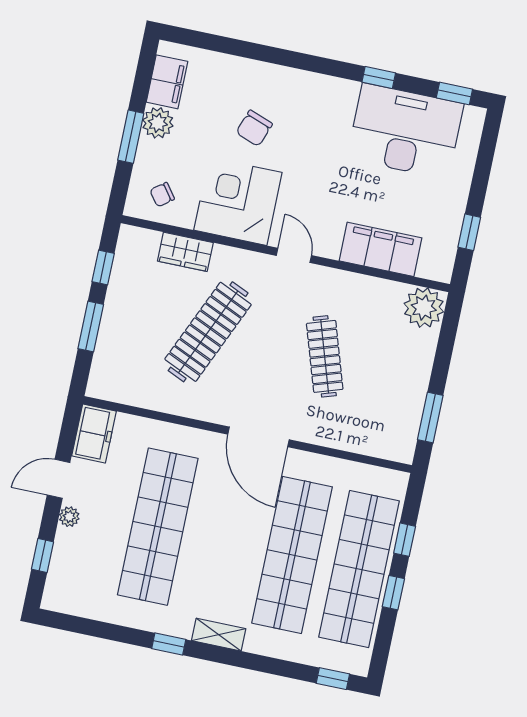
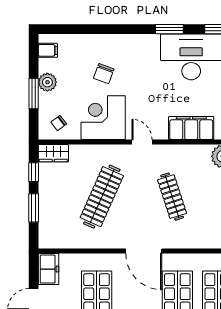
window: (379, 77) -> (169, 29), width x1.50
filing cabinet: (167, 82) -> (48, 50), width x0.50
wardrobe: (185, 252) -> (53, 153), moved

